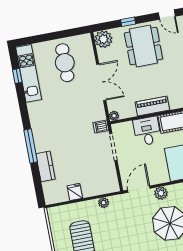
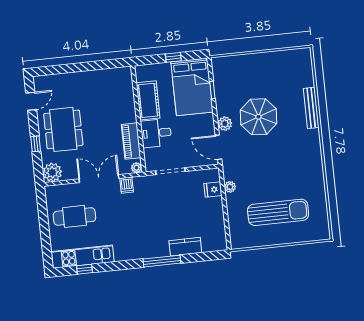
dining table: (143, 46) -> (63, 129), turned 90
piano: (152, 106) -> (131, 141), moved
dishwasher: (101, 127) -> (127, 185), moved
fridge: (75, 192) -> (213, 190), moved

